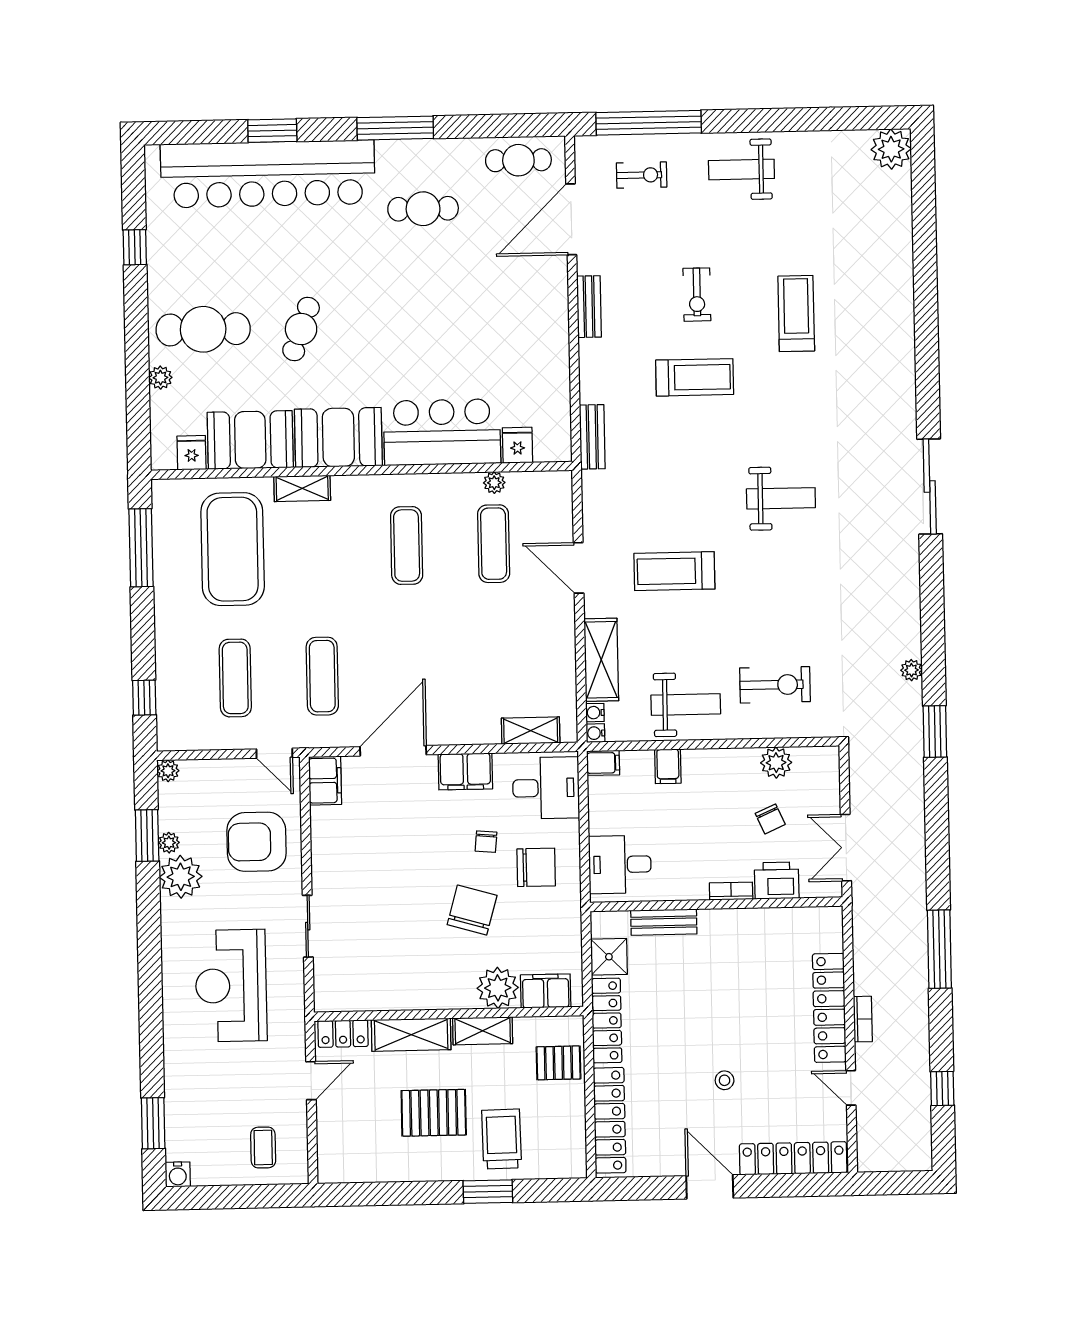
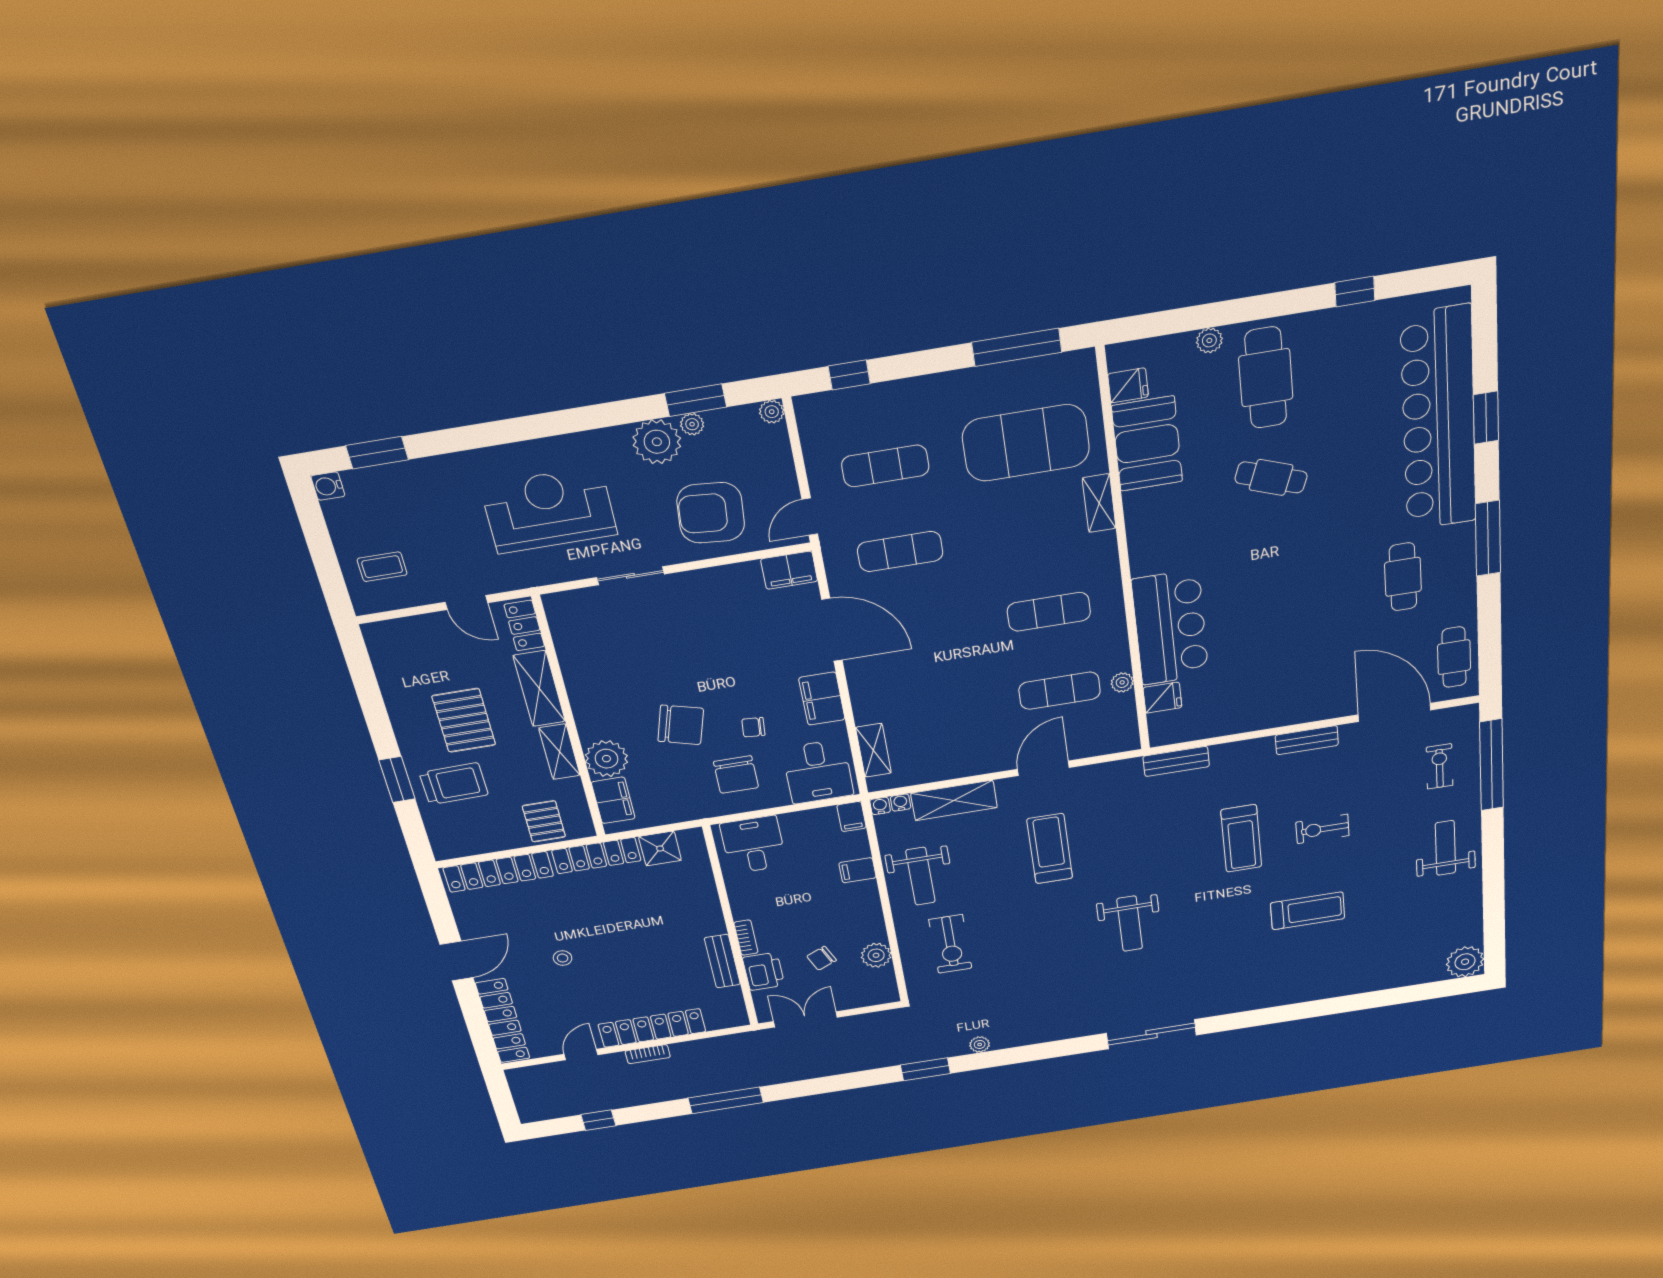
exercise bike: (642, 175) -> (1440, 766), turned 180
booth: (338, 437) -> (1157, 531), removed
armchair: (257, 842) -> (711, 513), turned -85
bench: (664, 922) -> (722, 961), moved

